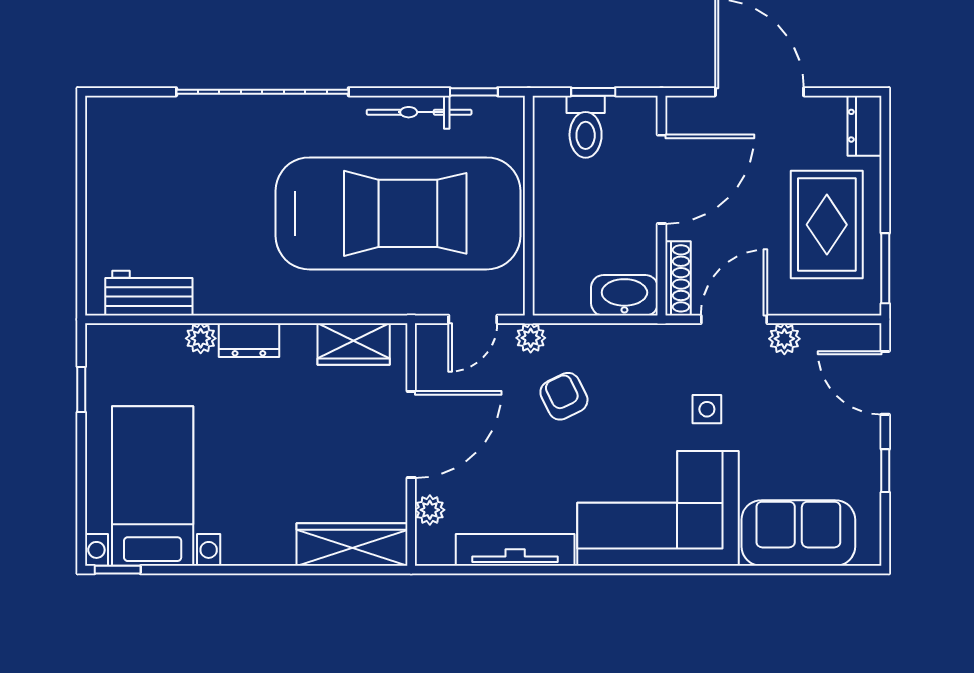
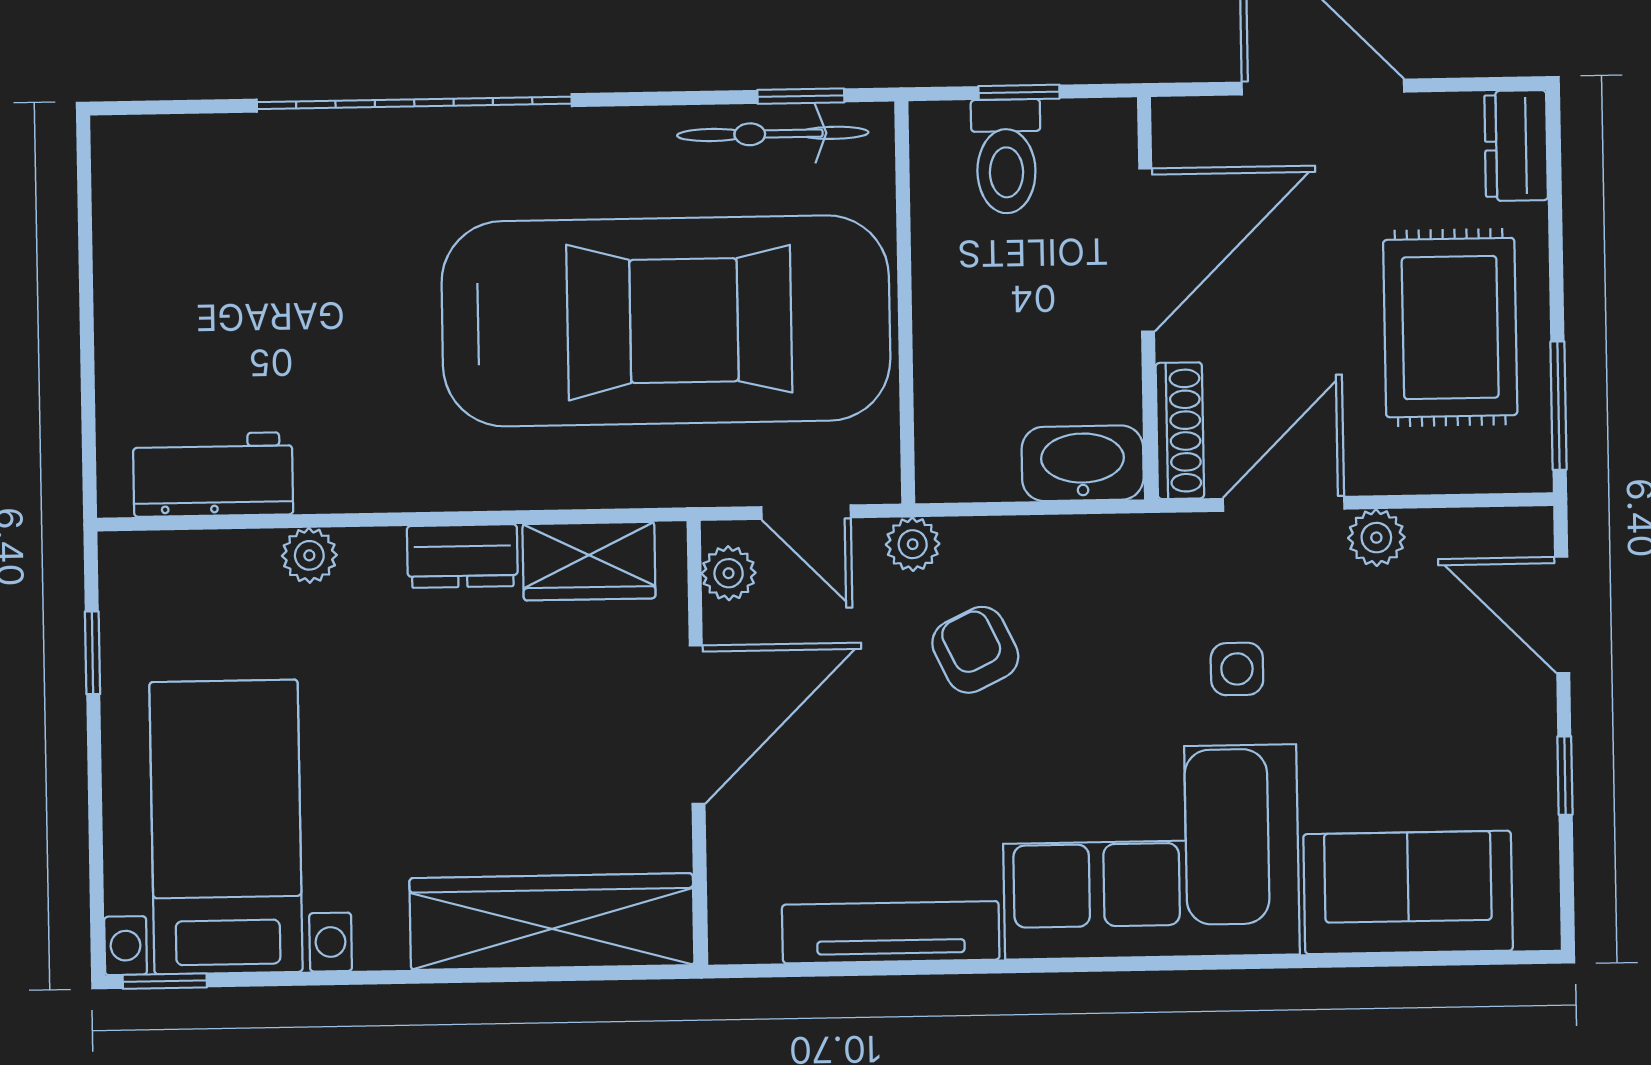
bicycle: (419, 112) -> (773, 134), moved
door: (473, 319) -> (806, 512), hinge flipped
dresser: (249, 340) -> (462, 556), moved
plant: (430, 510) -> (729, 573), moved
wardrobe: (352, 544) -> (552, 922), width x1.40, depth x1.17

